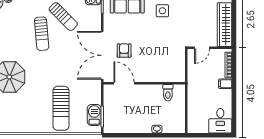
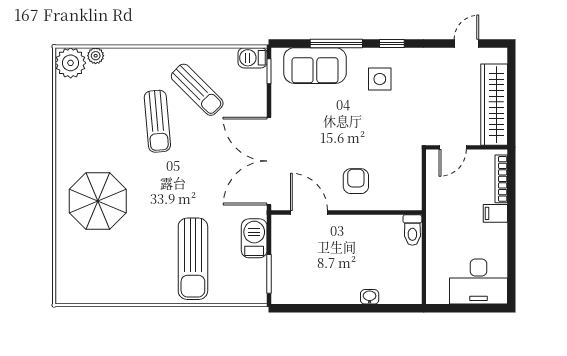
armchair: (124, 50) -> (356, 181), moved
toilet: (168, 93) -> (412, 230), moved
barbecue: (94, 115) -> (254, 238), moved
desk: (220, 121) -> (479, 282), width x1.37

